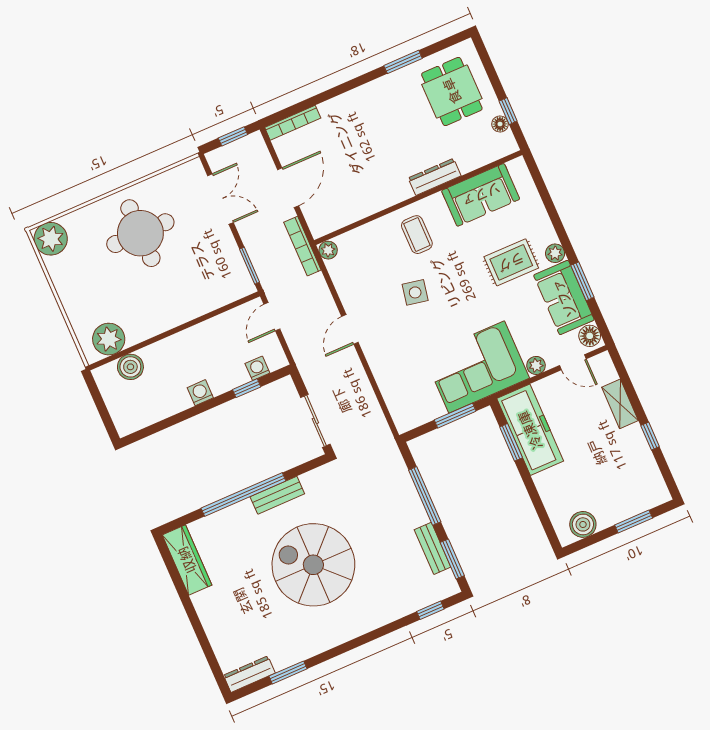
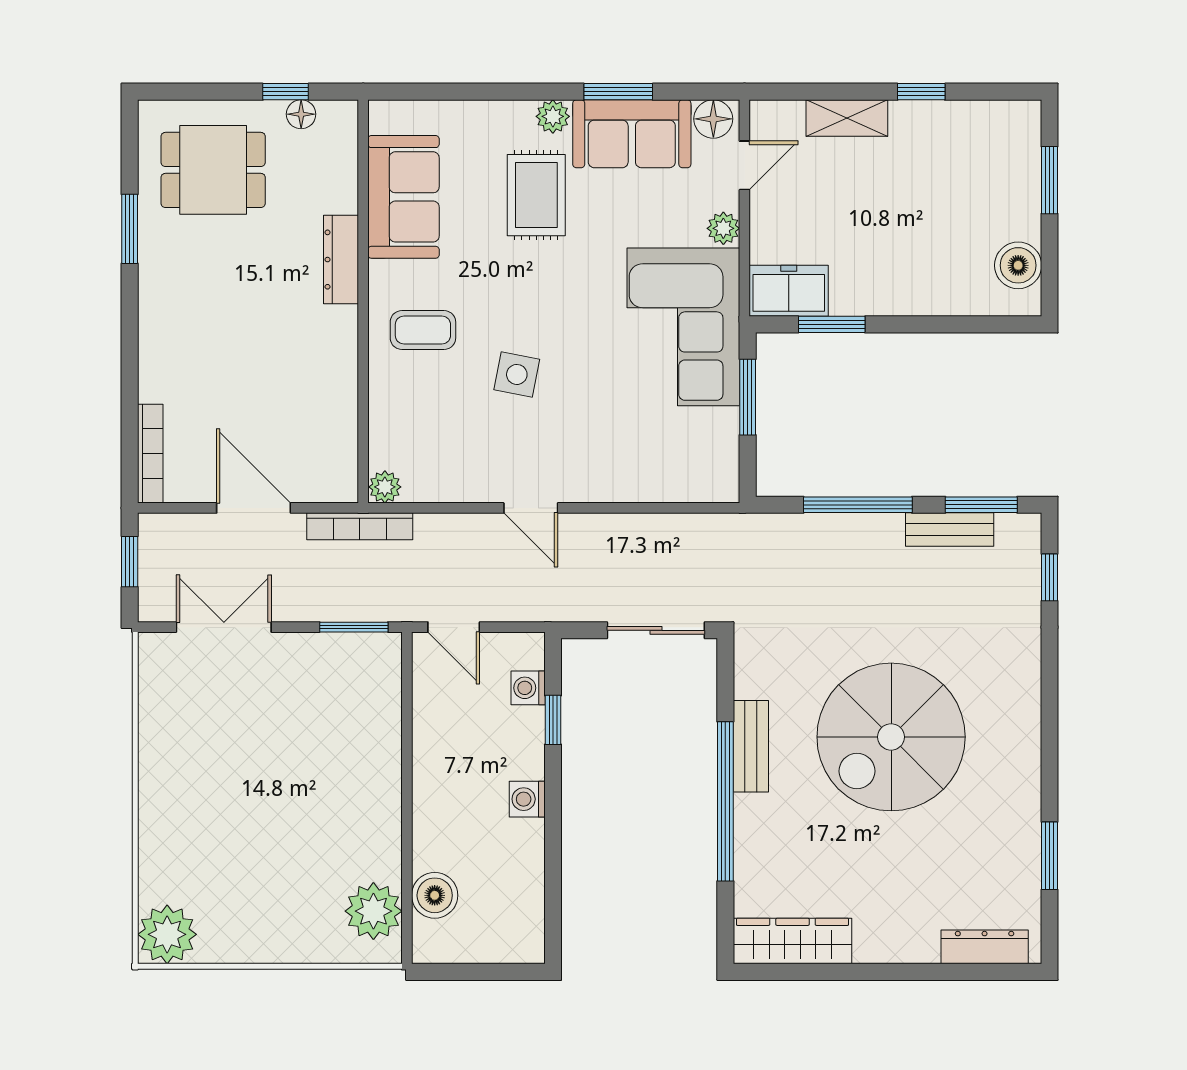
round table: (140, 233) -> (222, 783), removed
freezer: (530, 430) -> (789, 291), width x0.52, depth x0.79
dresser: (249, 674) -> (985, 947), moved, turned 90

